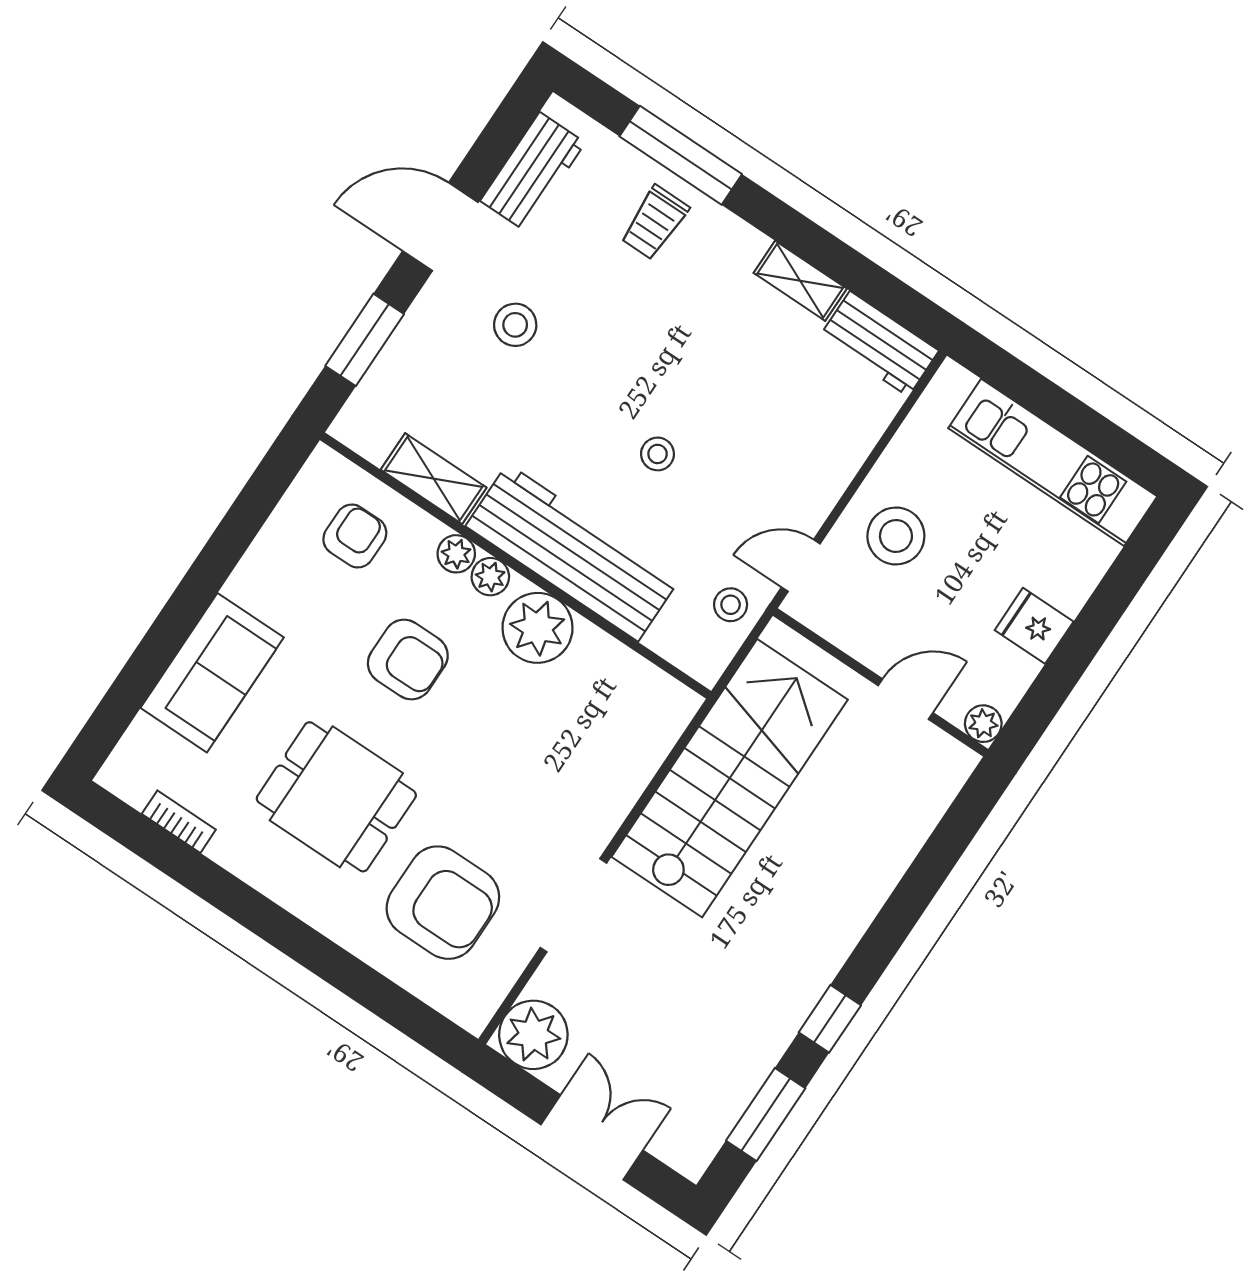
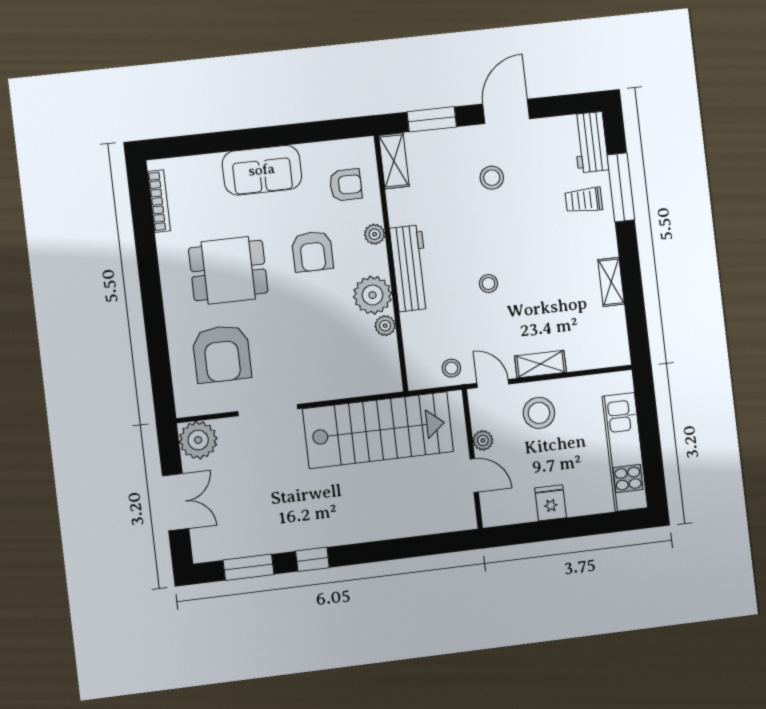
workbench: (533, 172) -> (590, 142), moved, turned 90
door: (440, 227) -> (506, 111), hinge flipped
workbench: (879, 344) -> (613, 337), removed
shelving: (830, 477) -> (540, 364), added
shelving: (434, 479) -> (394, 161), moved
workbench: (573, 553) -> (410, 268), width x0.73, depth x0.76
plant: (490, 577) -> (385, 326), moved
sofa: (212, 673) -> (262, 170), moved
plant: (983, 724) -> (483, 440), moved
dining table: (336, 797) -> (228, 270), turned 90
bookcase: (179, 822) -> (159, 201), width x1.56

